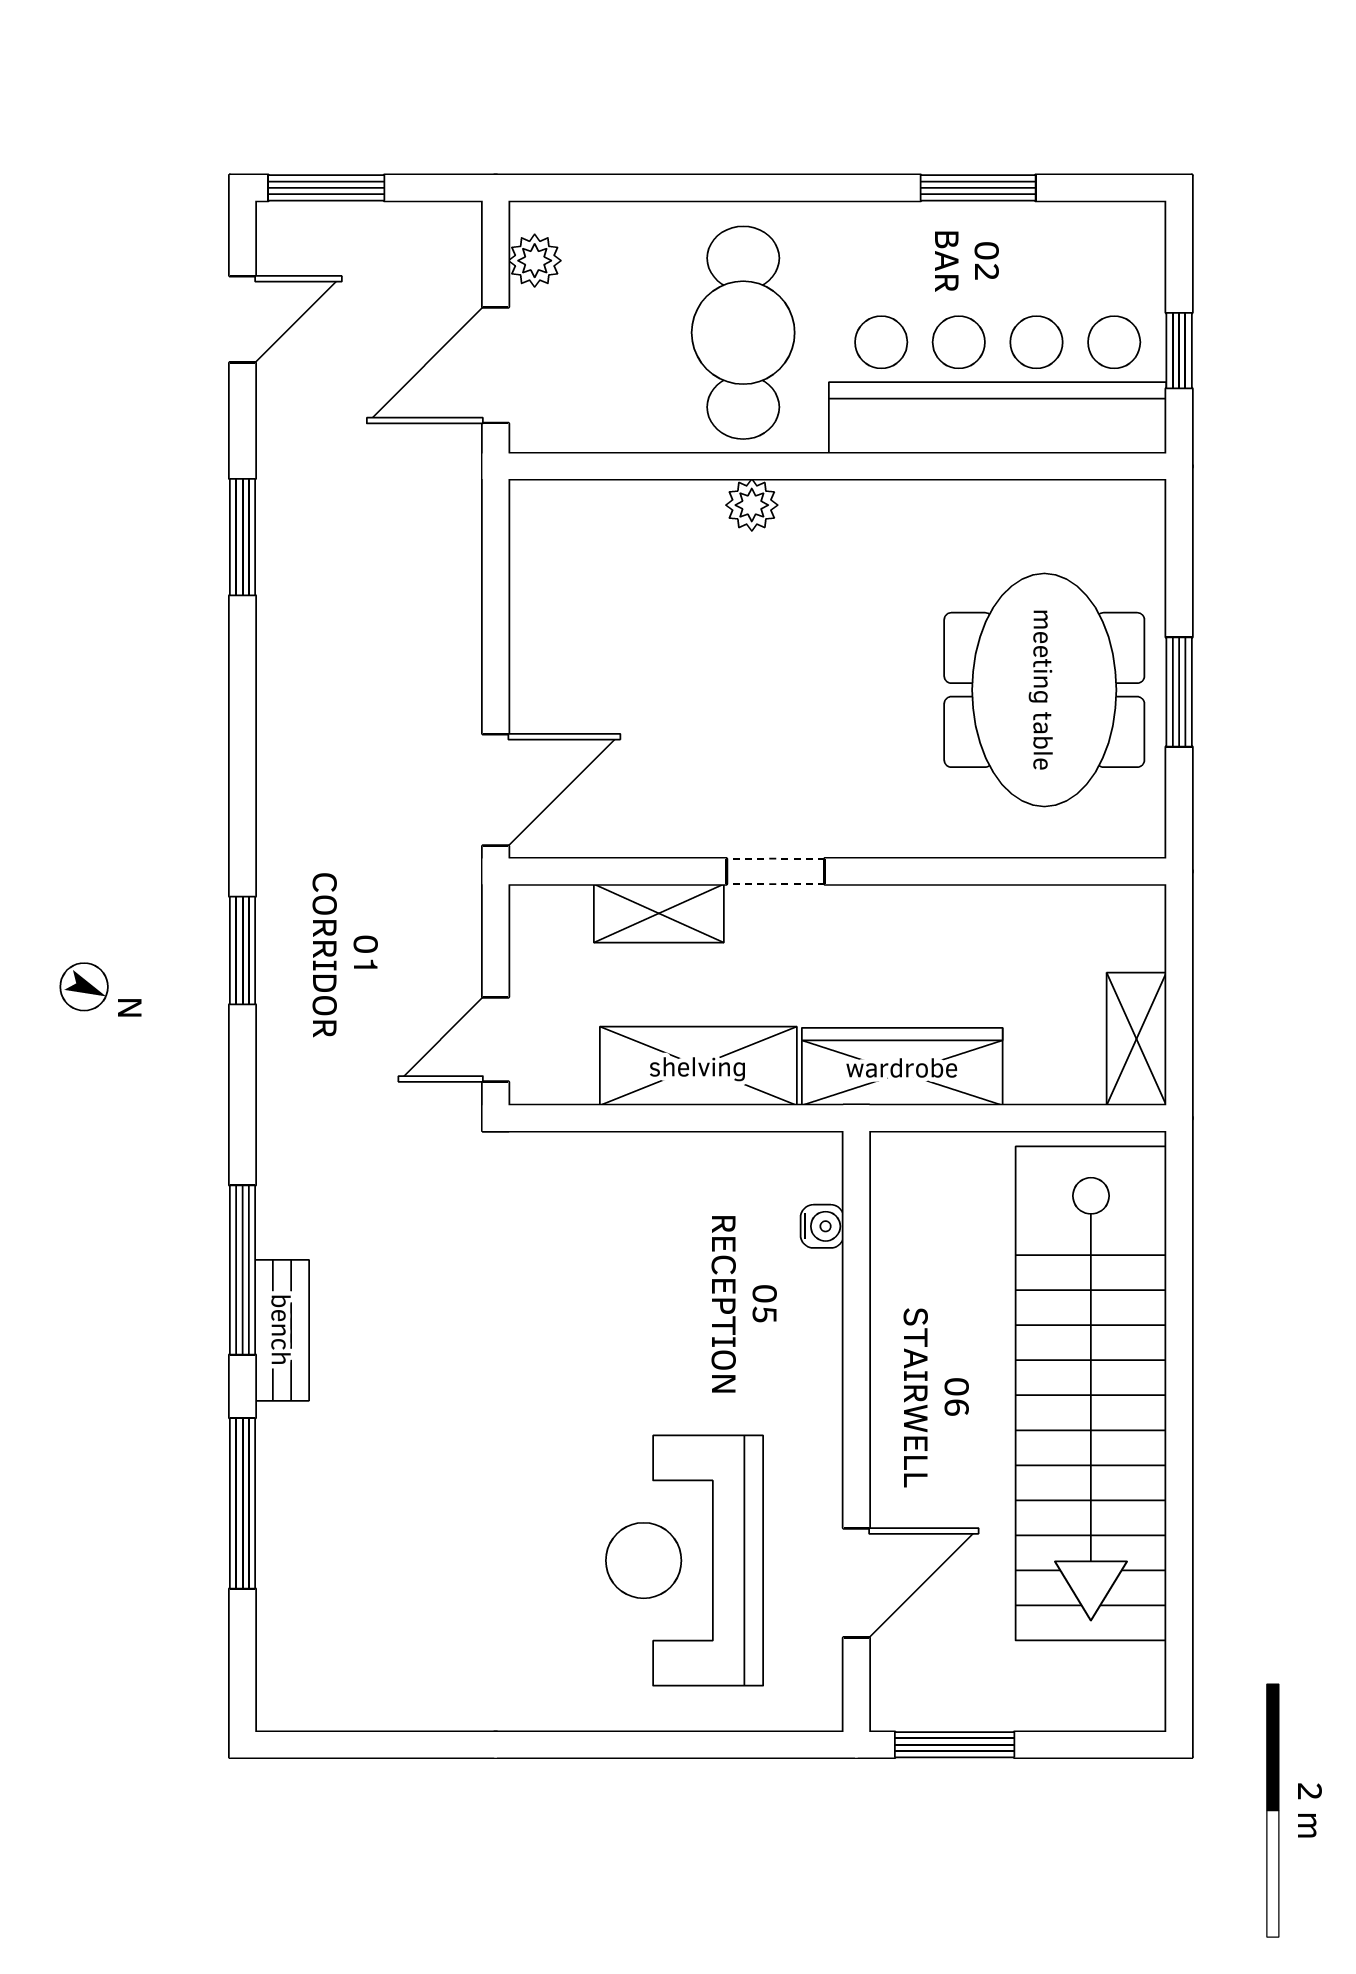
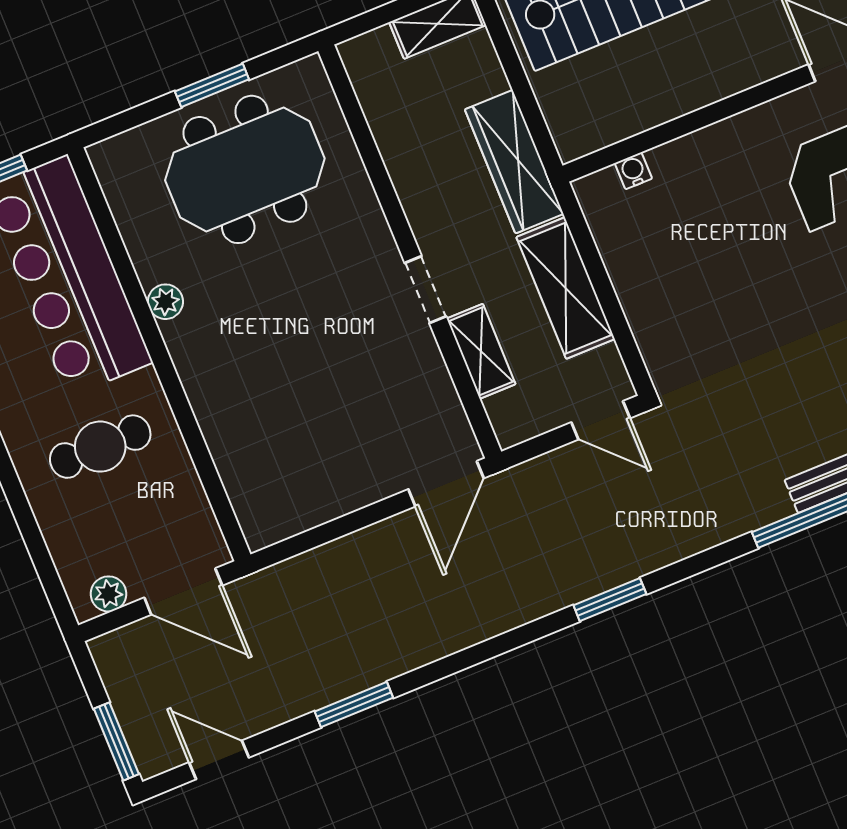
cafe table: (743, 333) -> (100, 447), width x0.73, depth x0.74
plant: (752, 505) -> (165, 302), moved
door: (496, 790) -> (446, 484), swing flipped

